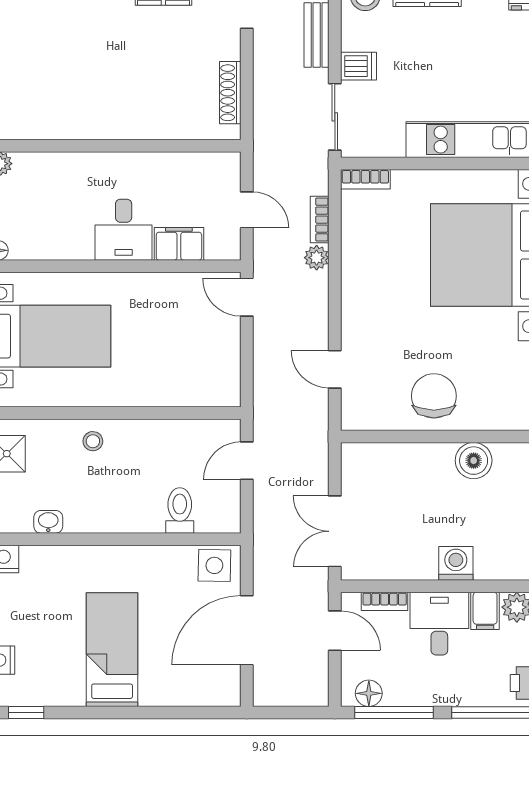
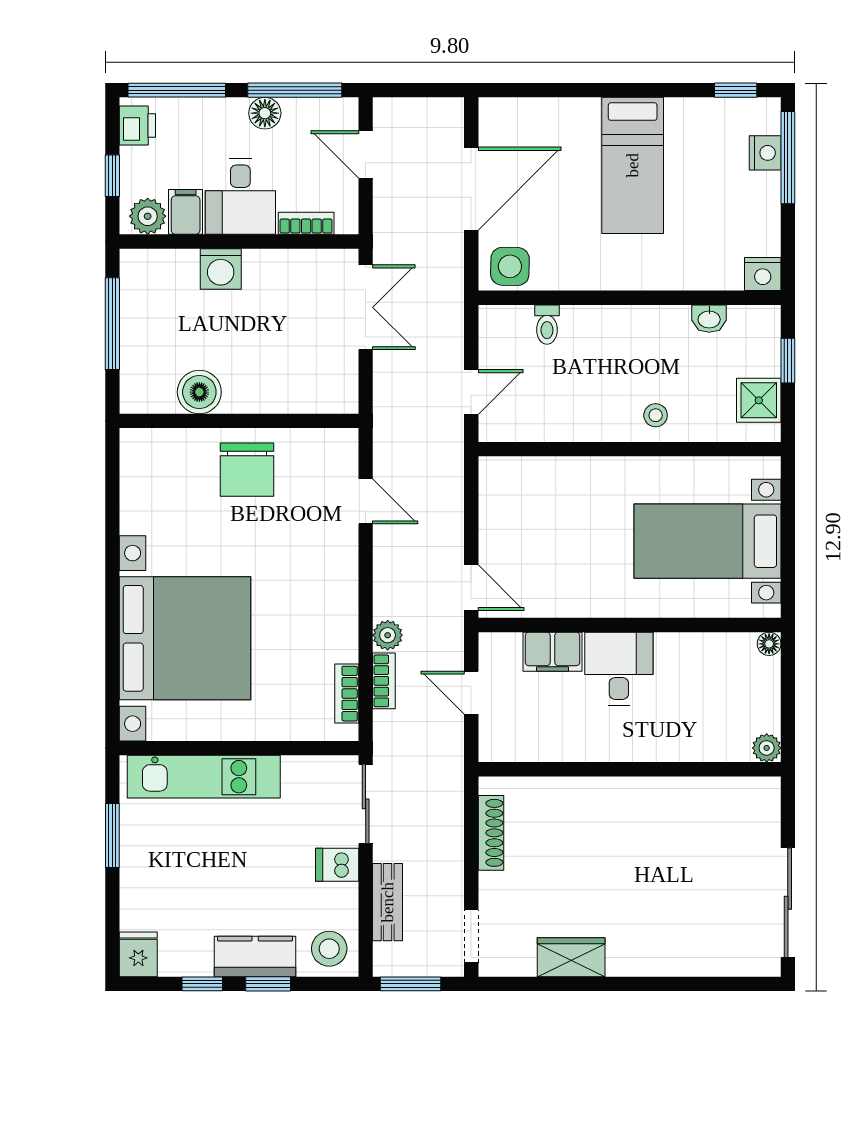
bookcase: (365, 179) -> (347, 694), moved, turned -90
toilet: (180, 510) -> (547, 325), width x0.73, depth x0.72
door: (335, 631) -> (366, 154), moved
floor lamp: (369, 693) -> (265, 113), moved

